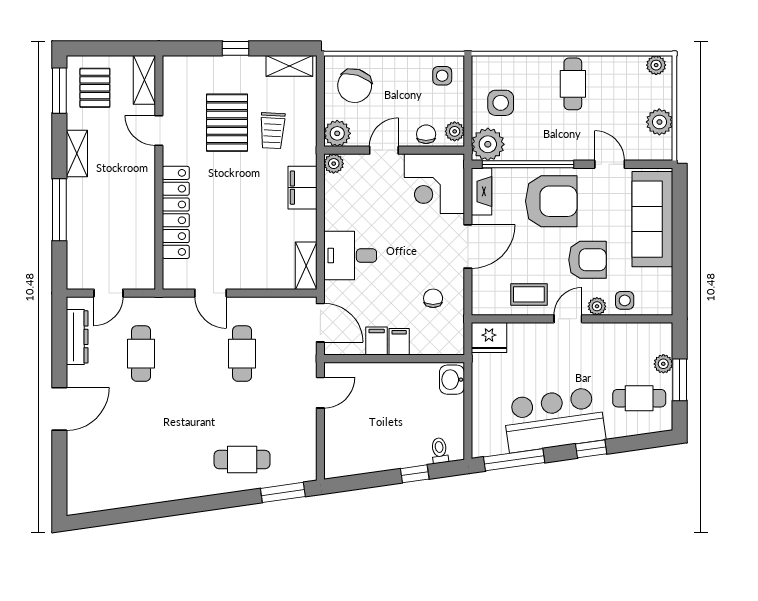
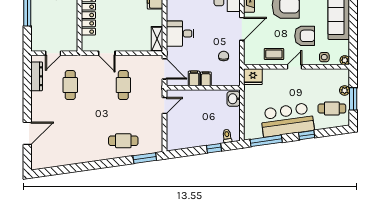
plant: (597, 306) -> (345, 60), moved
door: (59, 409) -> (27, 133), moved

